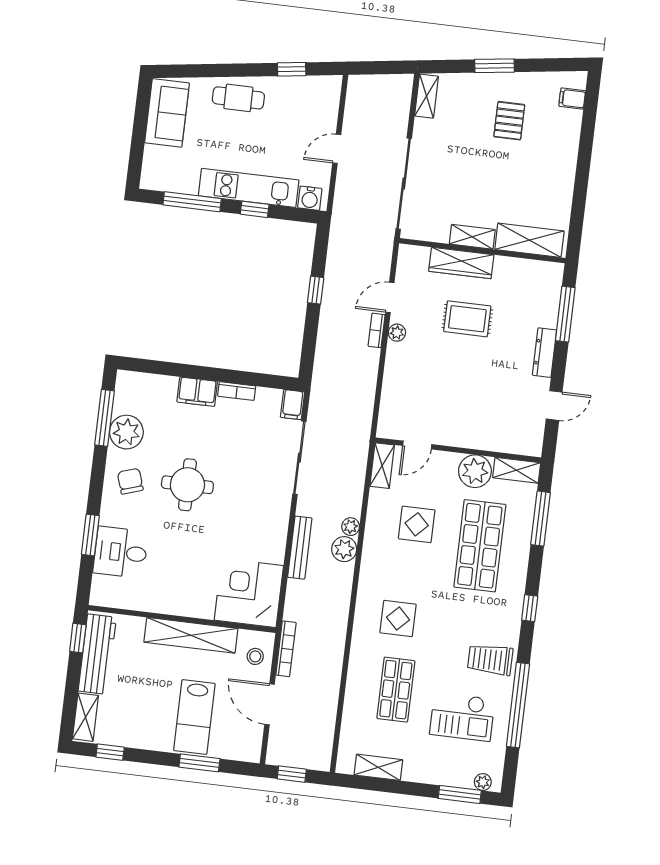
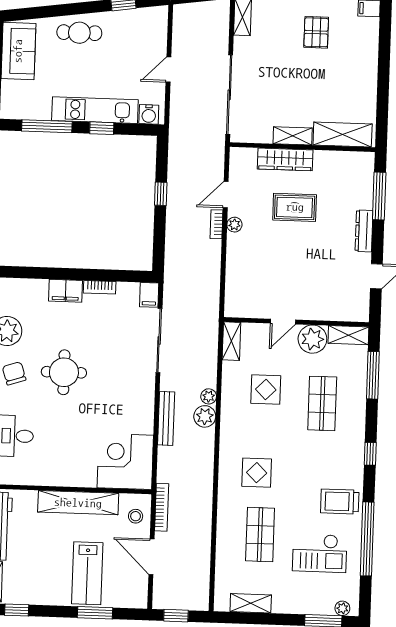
door: (417, 445) -> (283, 322), moved
shop shelf: (480, 546) -> (322, 403), width x0.70, depth x0.74

